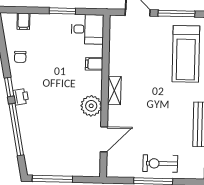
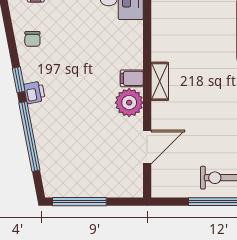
filing cabinet: (94, 64) -> (132, 78), moved

